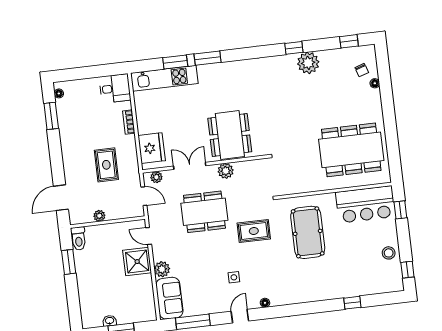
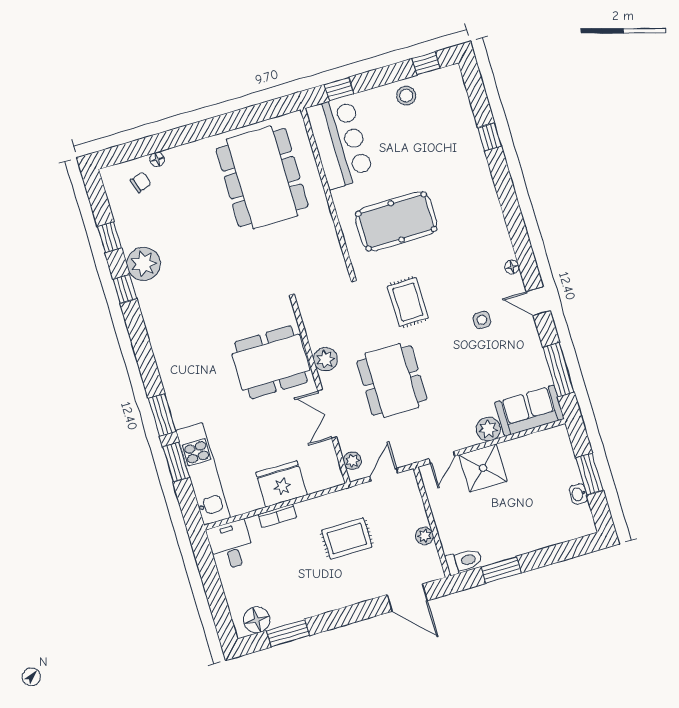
window: (349, 41) -> (110, 237), moved
floor lamp: (59, 93) -> (257, 620), width x1.89, depth x1.89
fridge: (152, 148) -> (281, 484), moved

